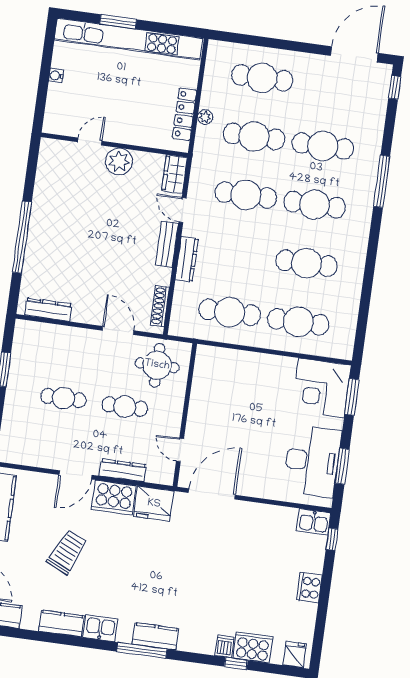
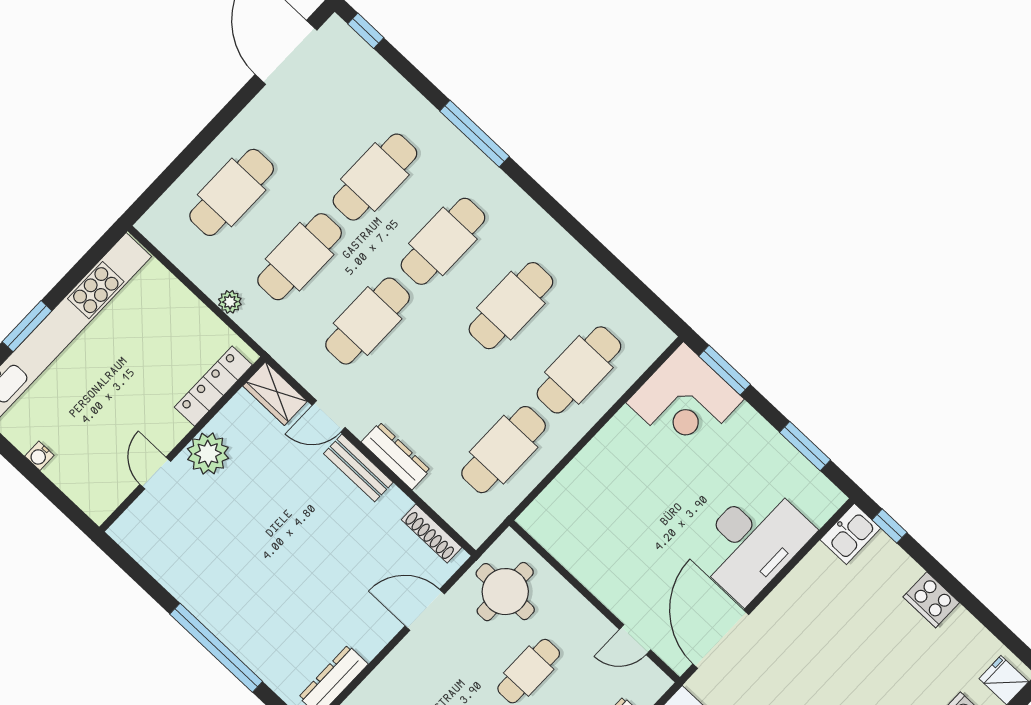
locker: (185, 114) -> (213, 386), moved, turned 90
desk: (312, 461) -> (752, 542), moved, turned 90

